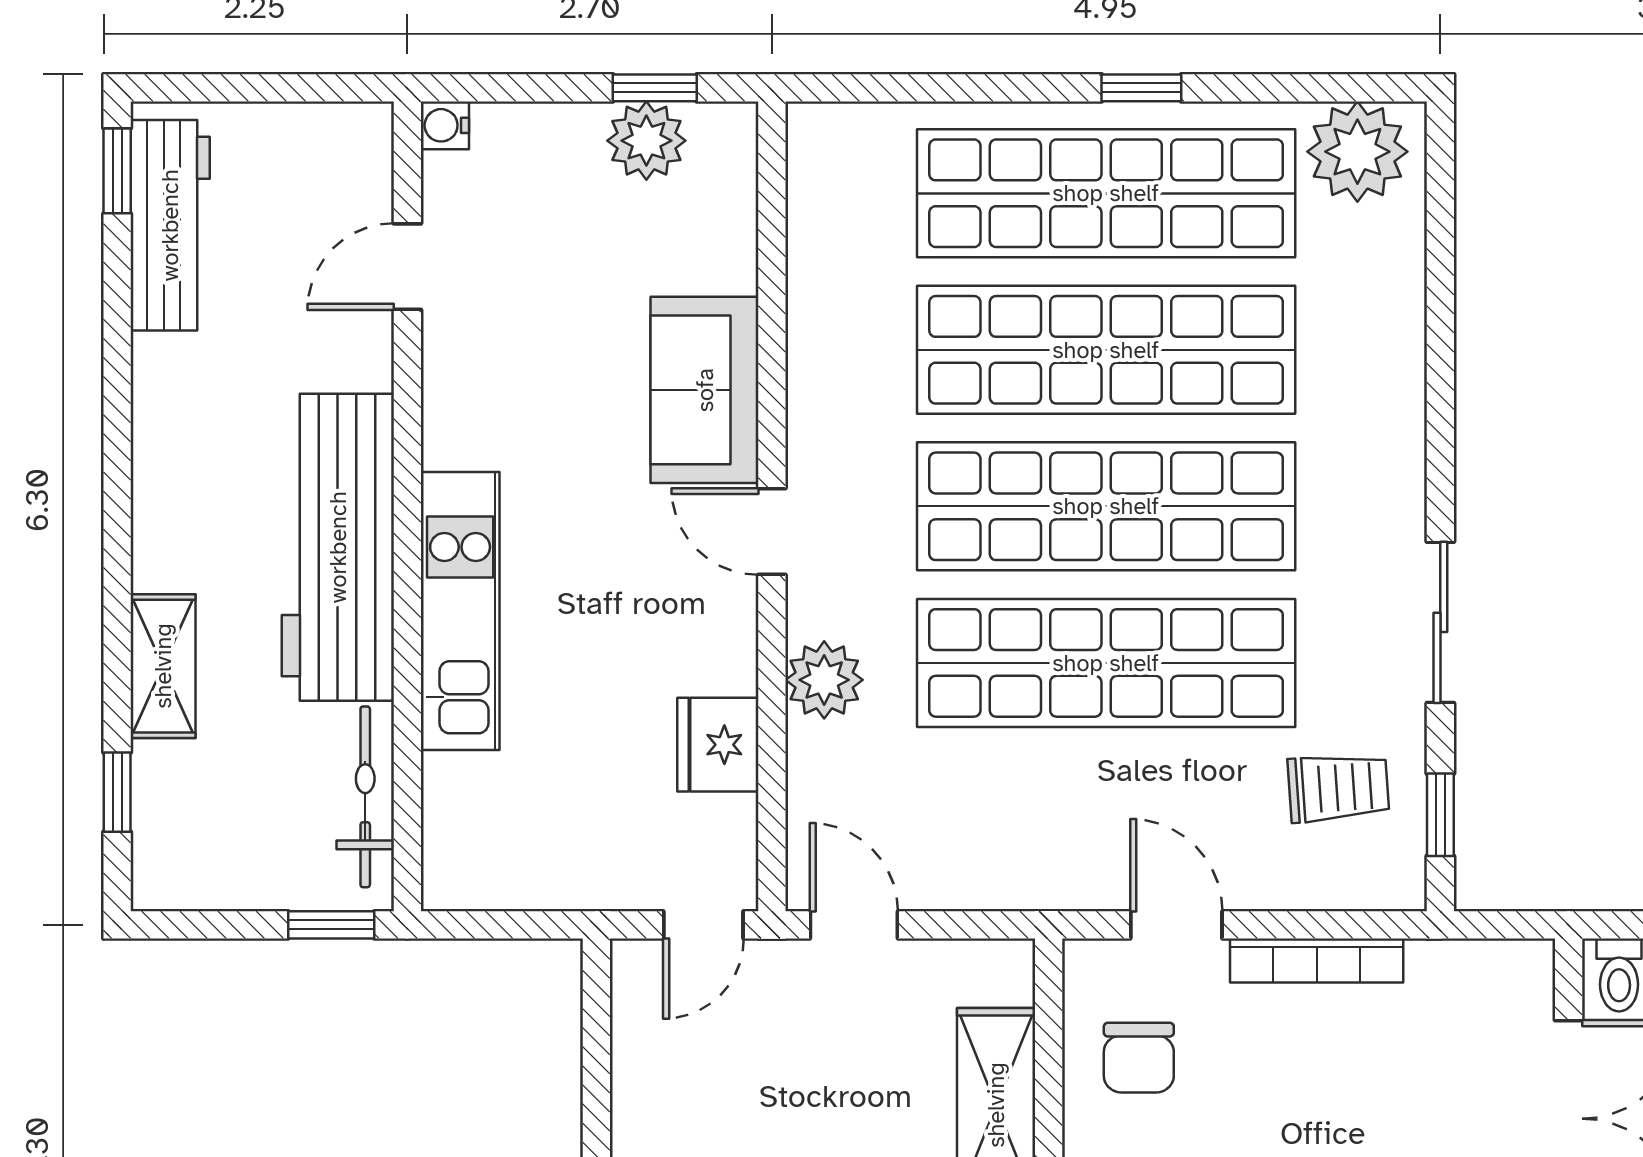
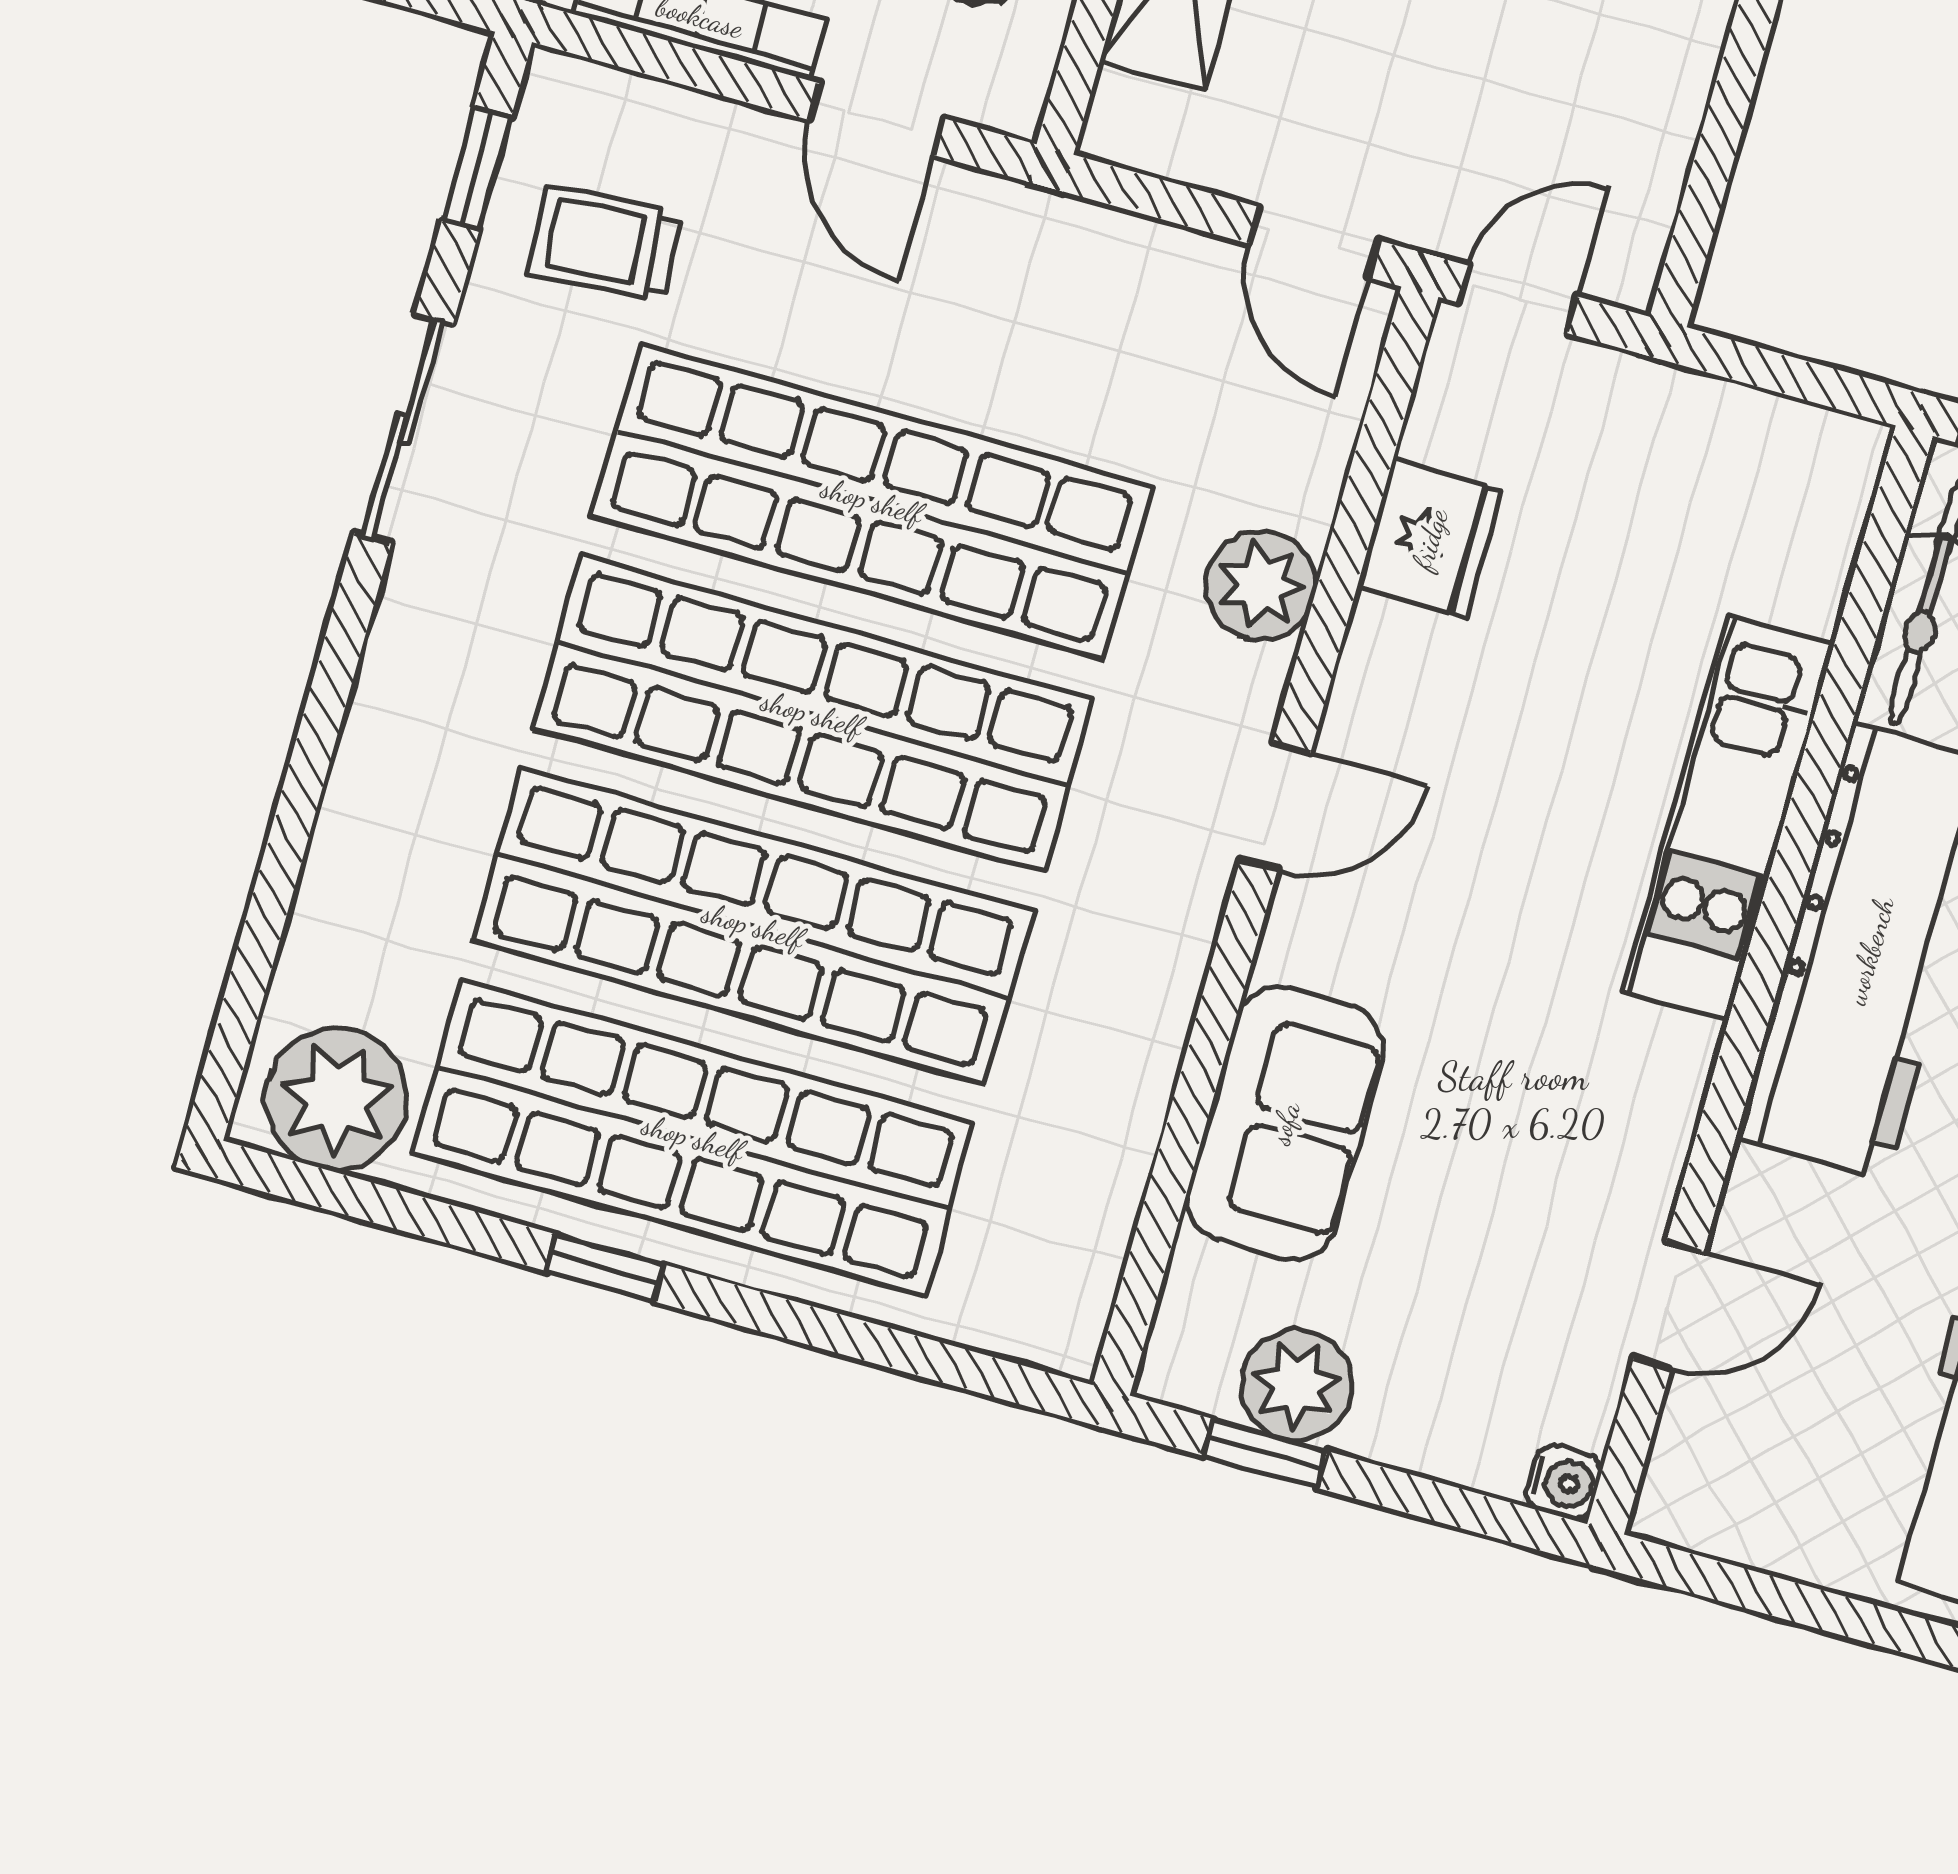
sofa: (705, 390) -> (1285, 1123), moved
door: (772, 532) -> (1275, 807), hinge flipped

